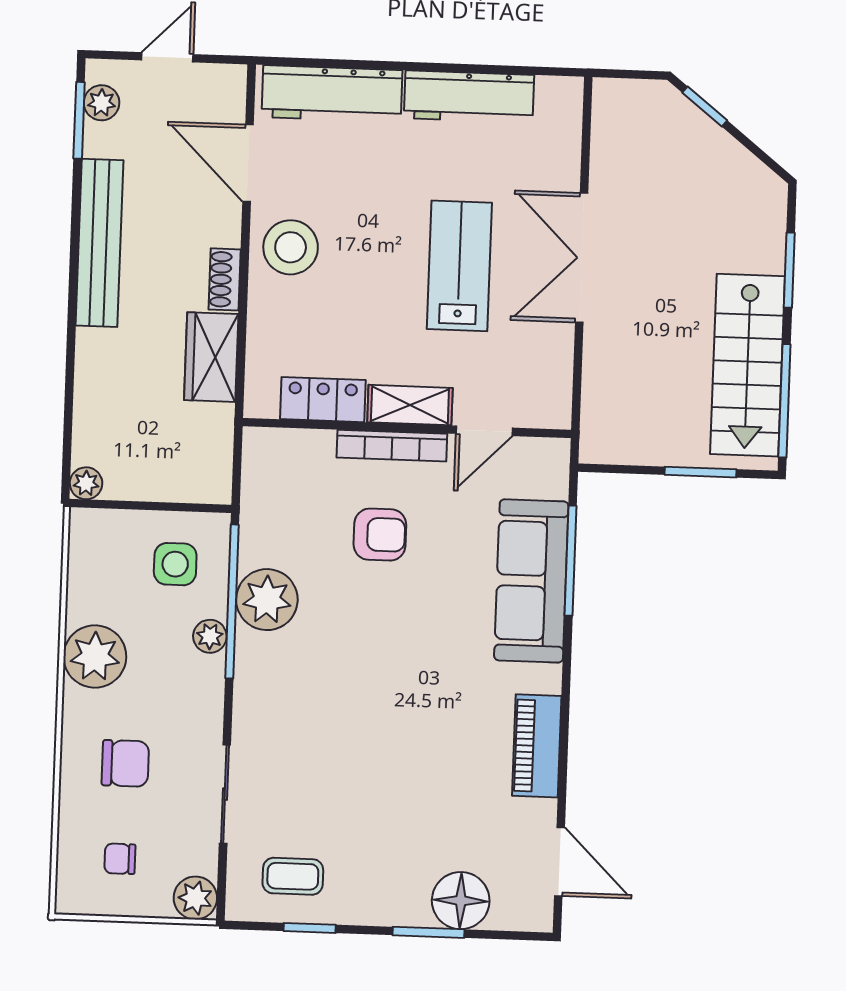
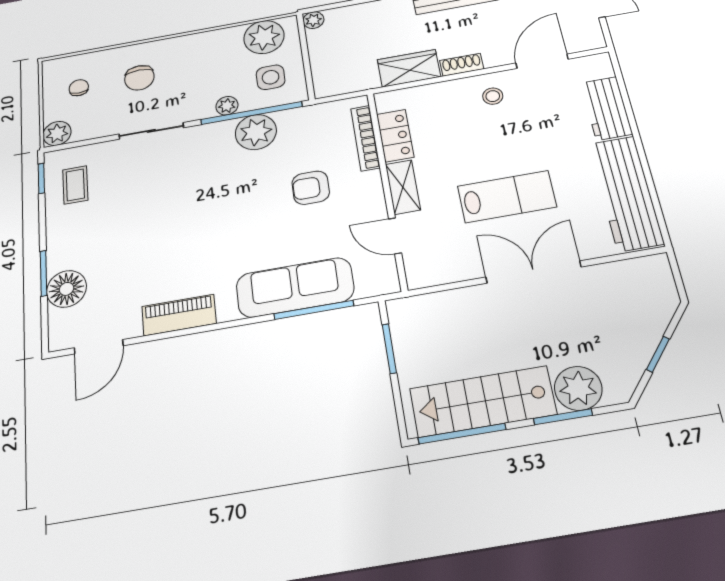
workbench: (332, 94) -> (606, 108), width x0.73
workbench: (469, 97) -> (626, 193), width x1.36, depth x1.32
window: (705, 107) -> (658, 354), moved
plant: (756, 242) -> (578, 388), added
stool: (291, 247) -> (493, 96), width x0.53, depth x0.53
bookcase: (392, 446) -> (365, 138), moved
window: (700, 472) -> (389, 349), moved
armchair: (380, 535) -> (311, 188), turned 90
plant: (95, 656) -> (264, 37), moved
sliding door: (225, 794) -> (151, 131), moved
window: (310, 928) -> (41, 178), moved

